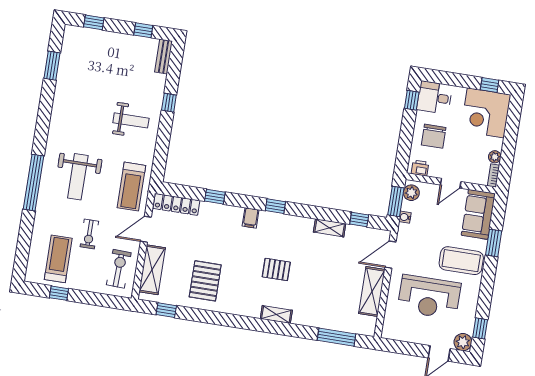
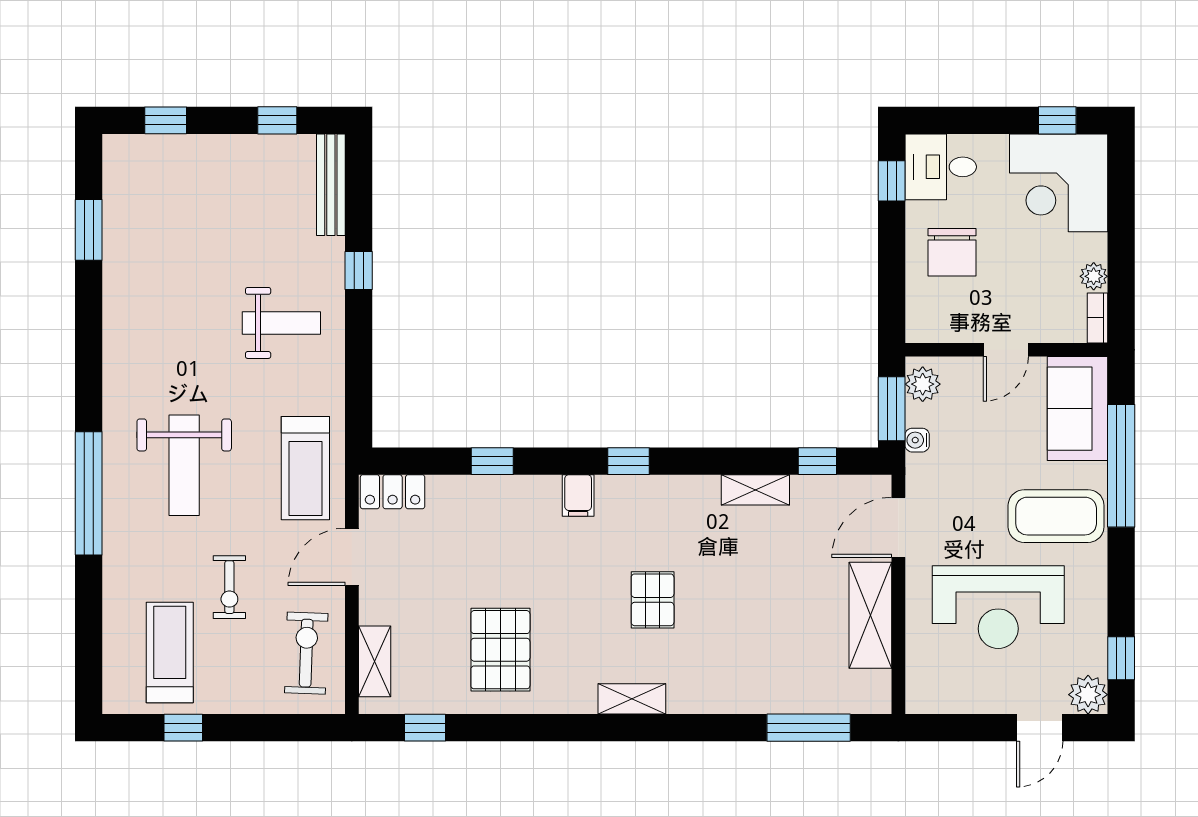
bench: (164, 57) -> (331, 185), width x1.36
printer: (420, 168) -> (933, 327), removed
locker: (176, 204) -> (393, 492), width x0.66
window: (494, 243) -> (1121, 466), width x2.11
pallet: (276, 269) -> (653, 600), turned 90
shelving: (152, 270) -> (375, 661), width x0.67, depth x0.75
shelving: (276, 315) -> (632, 699), moved

